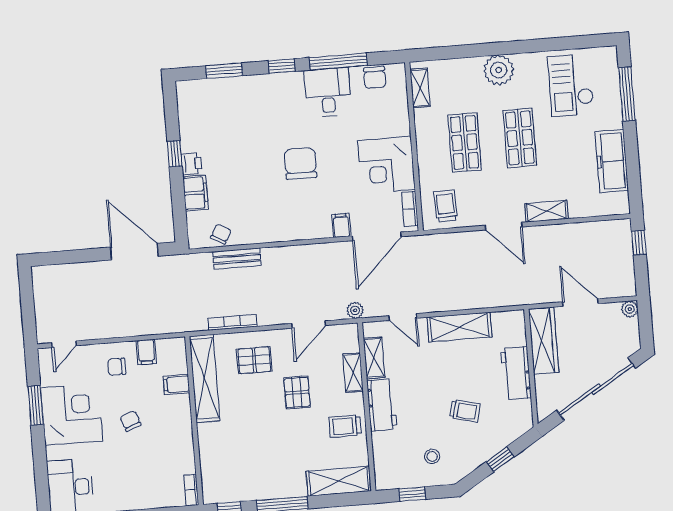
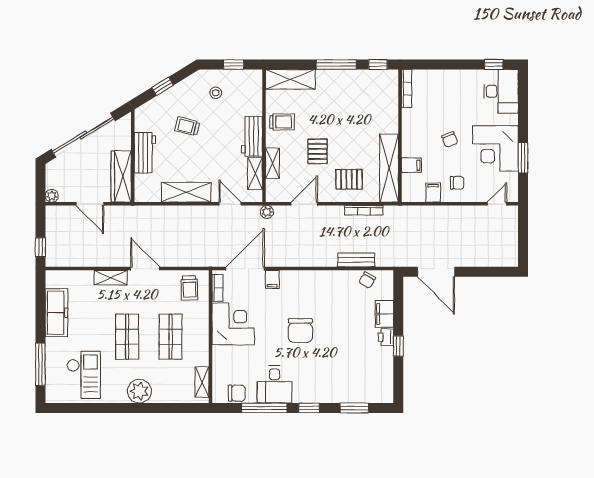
chair: (375, 77) -> (237, 393), turned 90
bookcase: (191, 490) -> (406, 89), width x1.56

